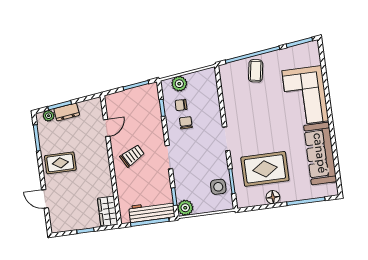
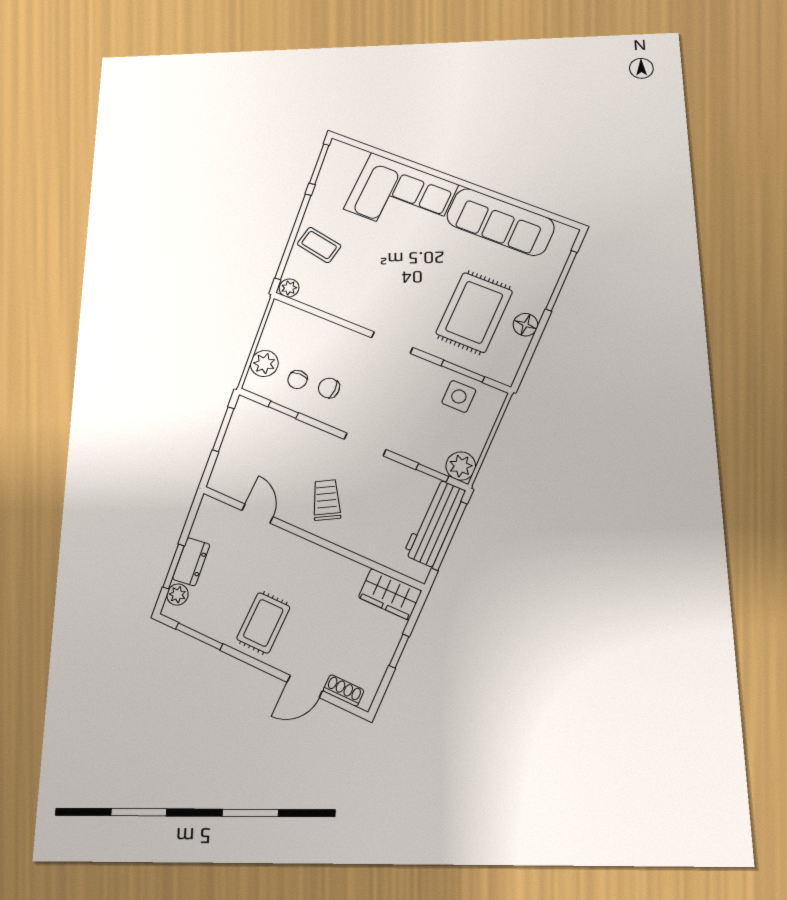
plant: (224, 71) -> (289, 288), added
shoe rack: (54, 217) -> (343, 691), added

